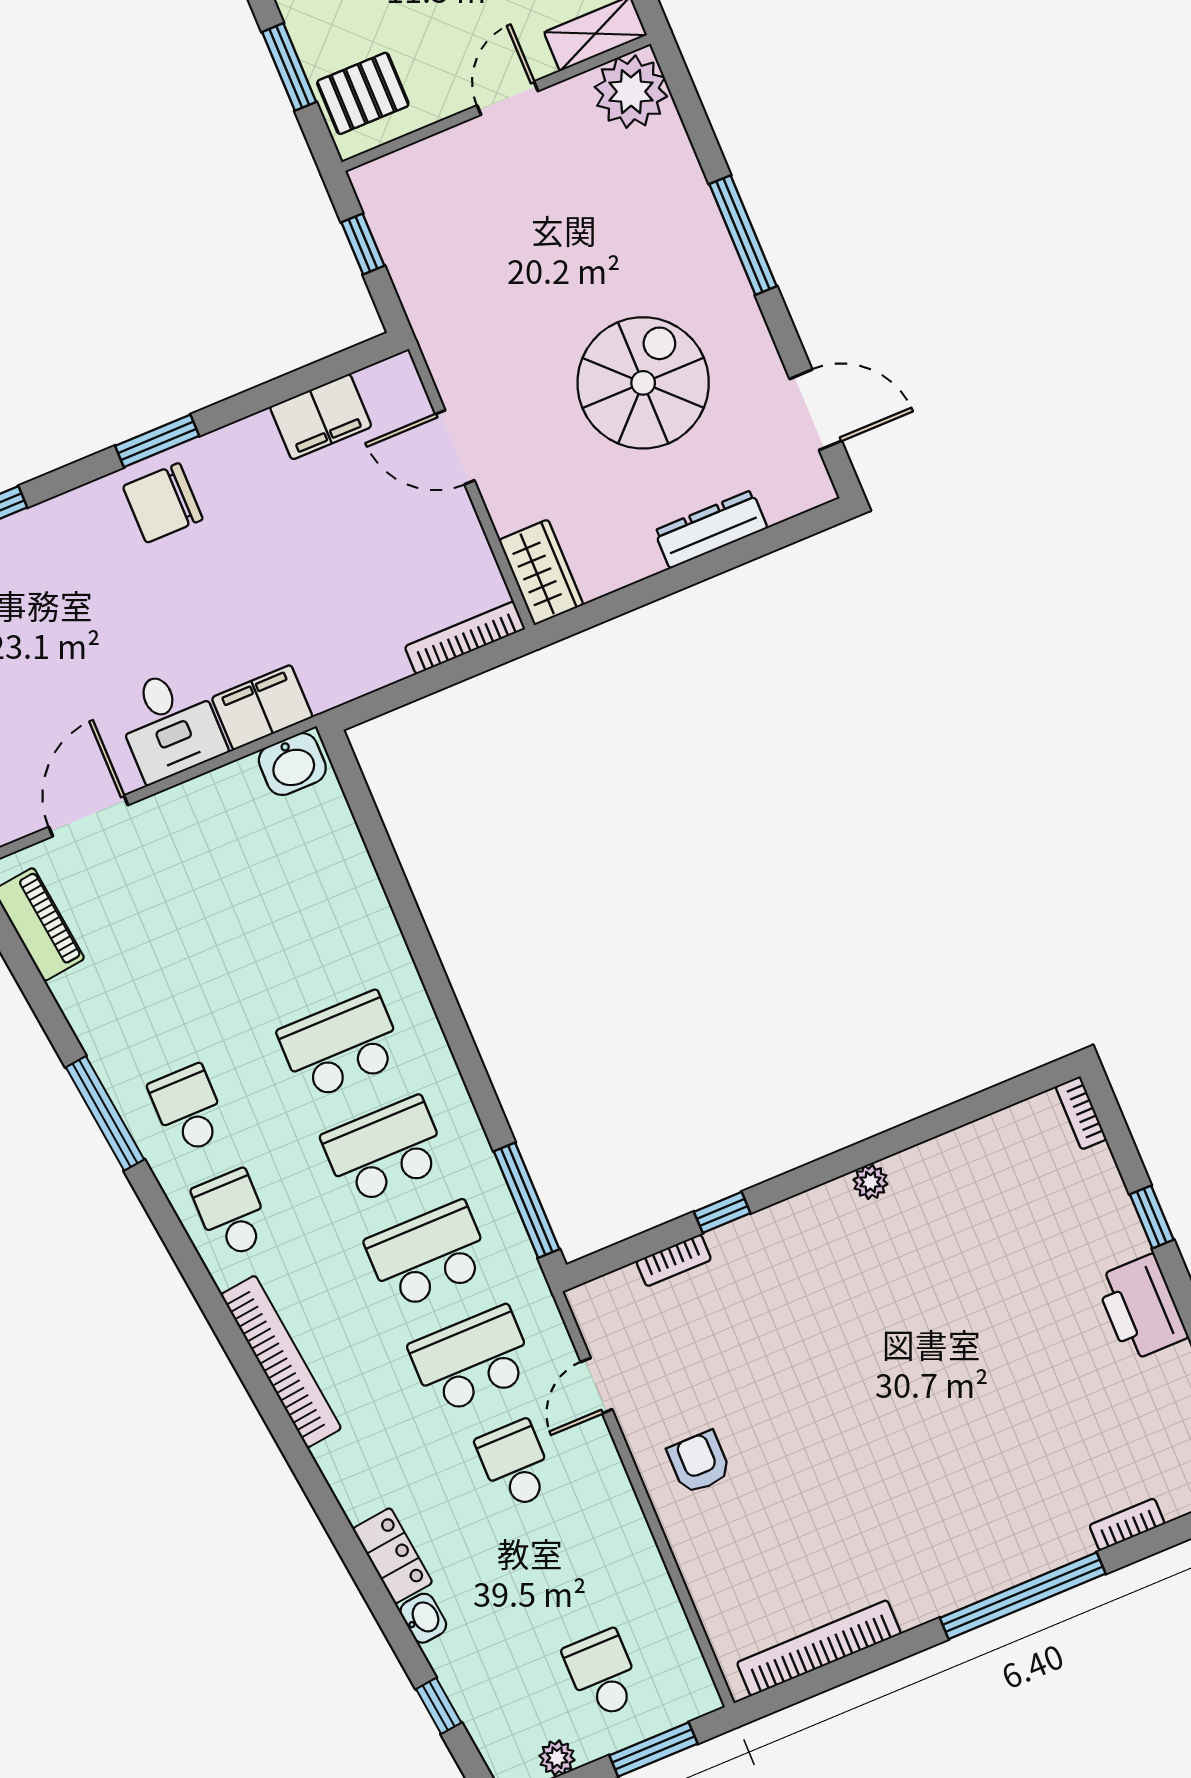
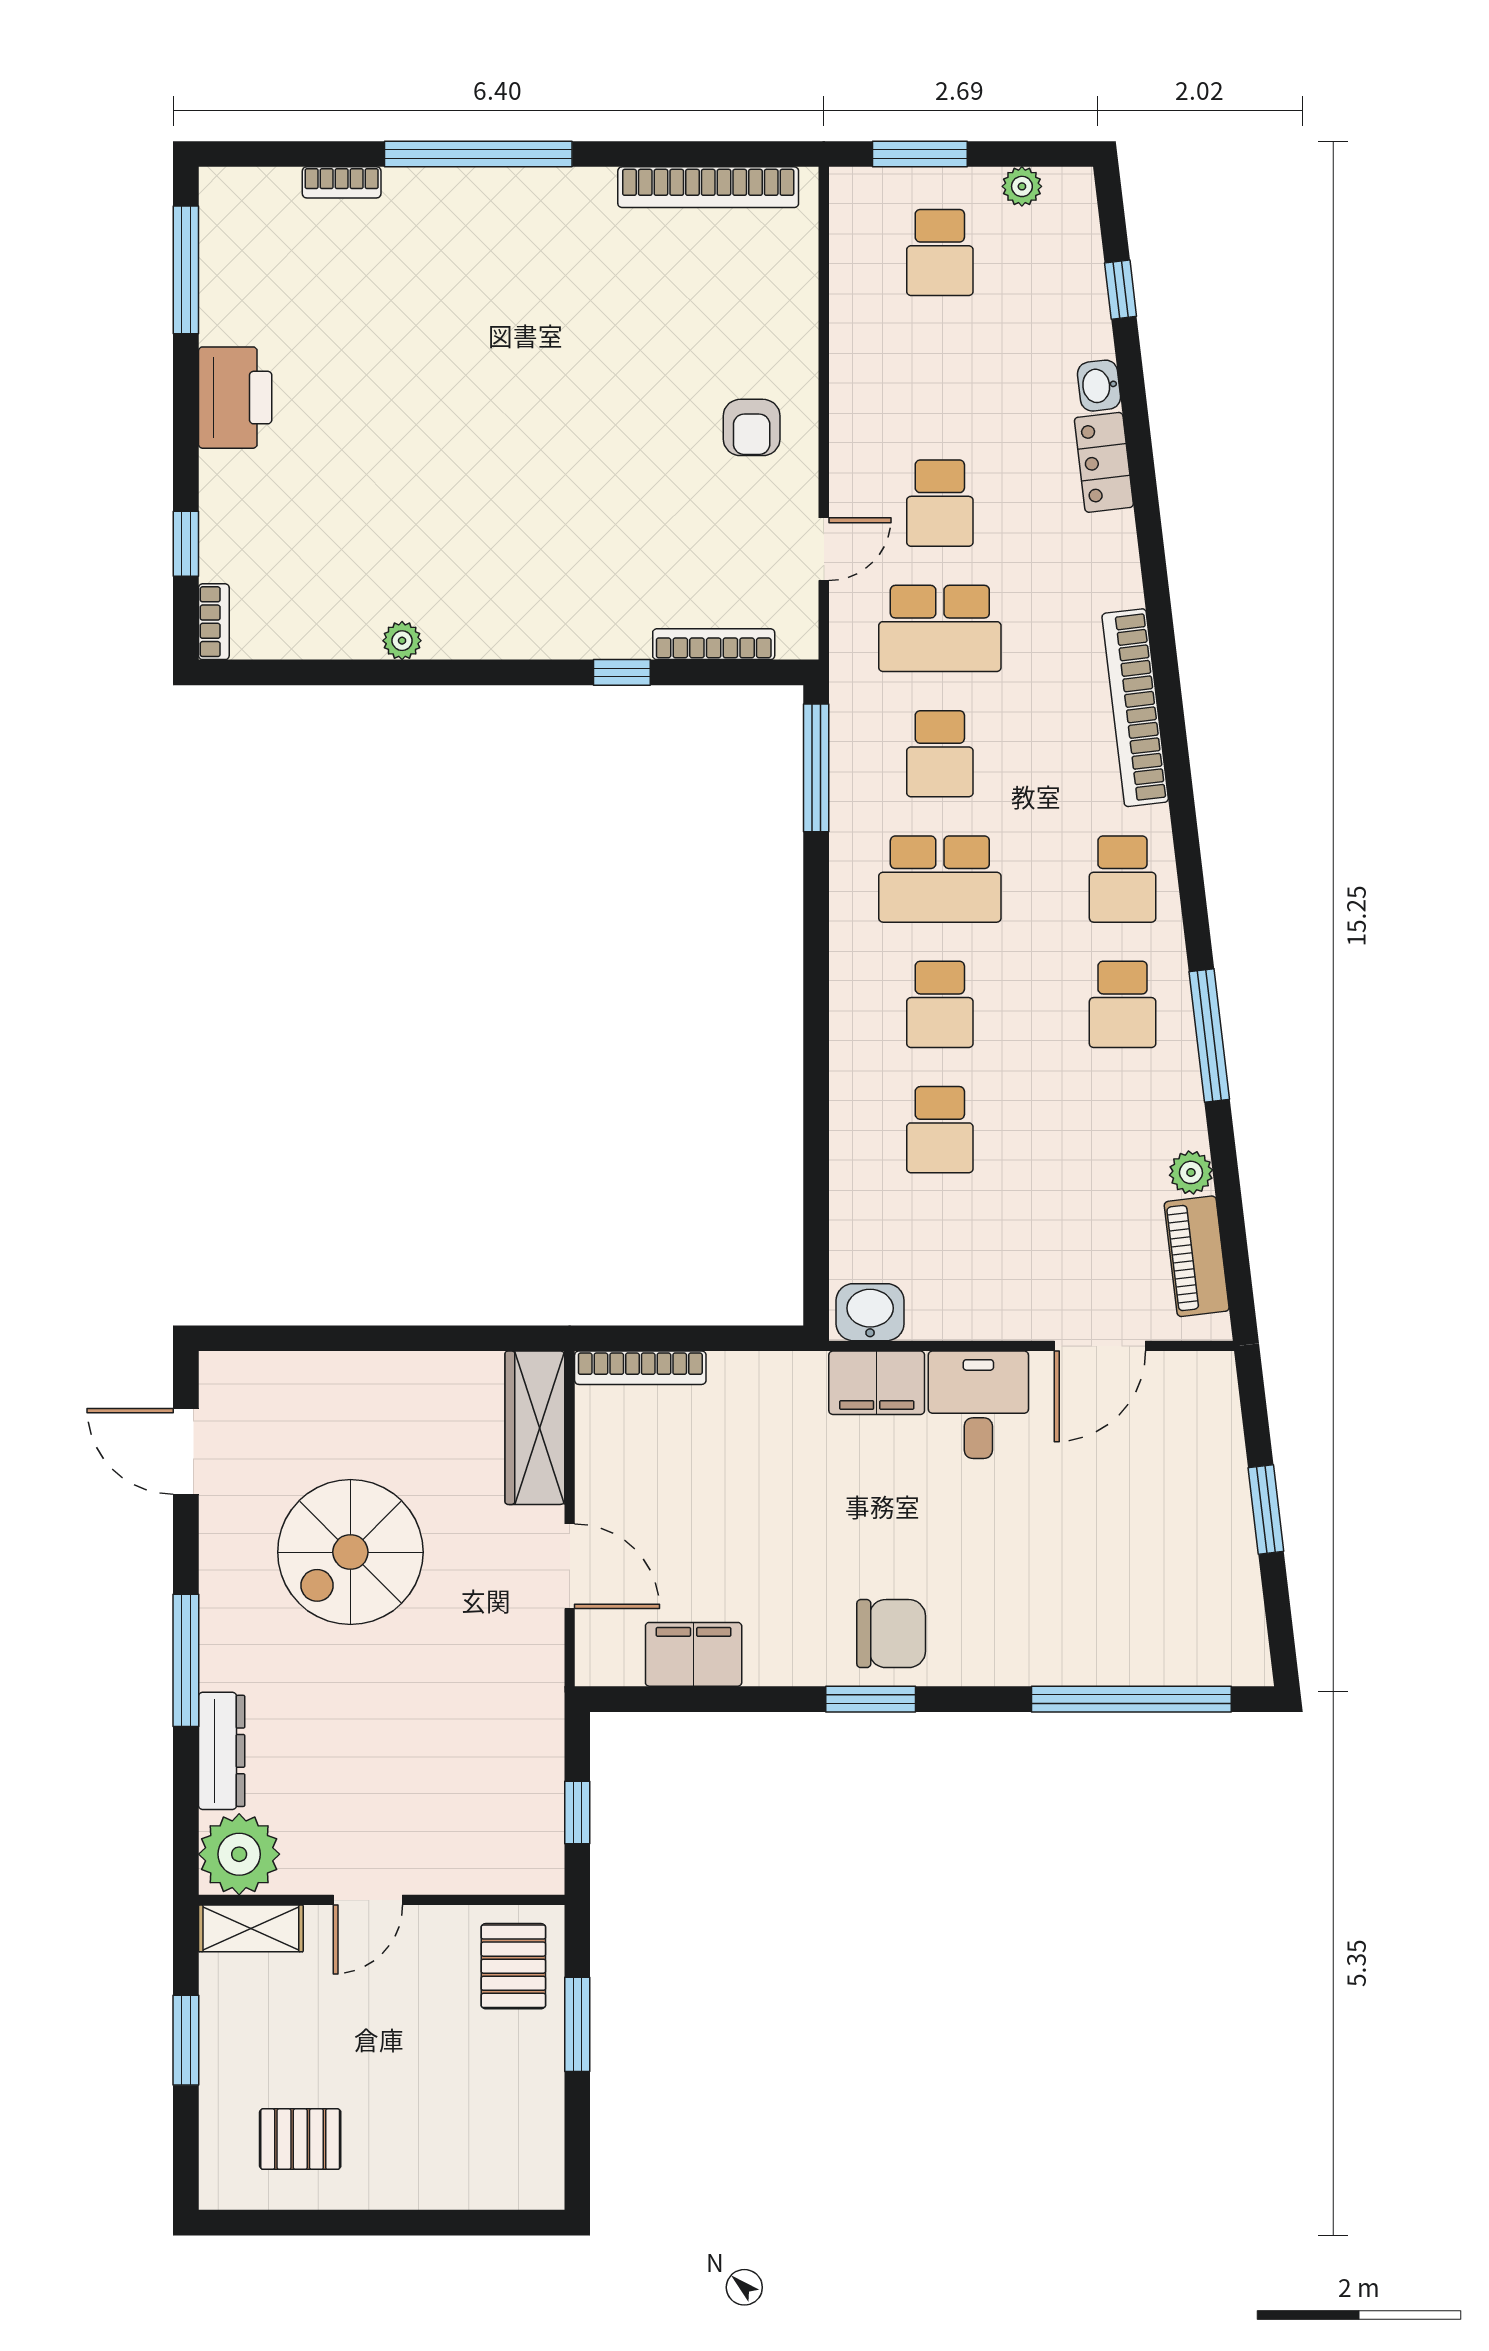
pallet: (363, 93) -> (513, 1966), turned 90
dresser: (711, 529) -> (222, 1751), moved, turned -90
wardrobe: (541, 572) -> (535, 1428), width x1.50
school desk: (297, 941) -> (940, 1130), added
plant: (73, 993) -> (1191, 1172), added
school desk: (341, 1046) -> (940, 1004), width x0.54
plant: (870, 1182) -> (402, 641), moved
window: (1152, 1217) -> (186, 544), moved
school desk: (428, 1255) -> (940, 754), width x0.54
bookcase: (674, 1260) -> (714, 644), width x1.56

